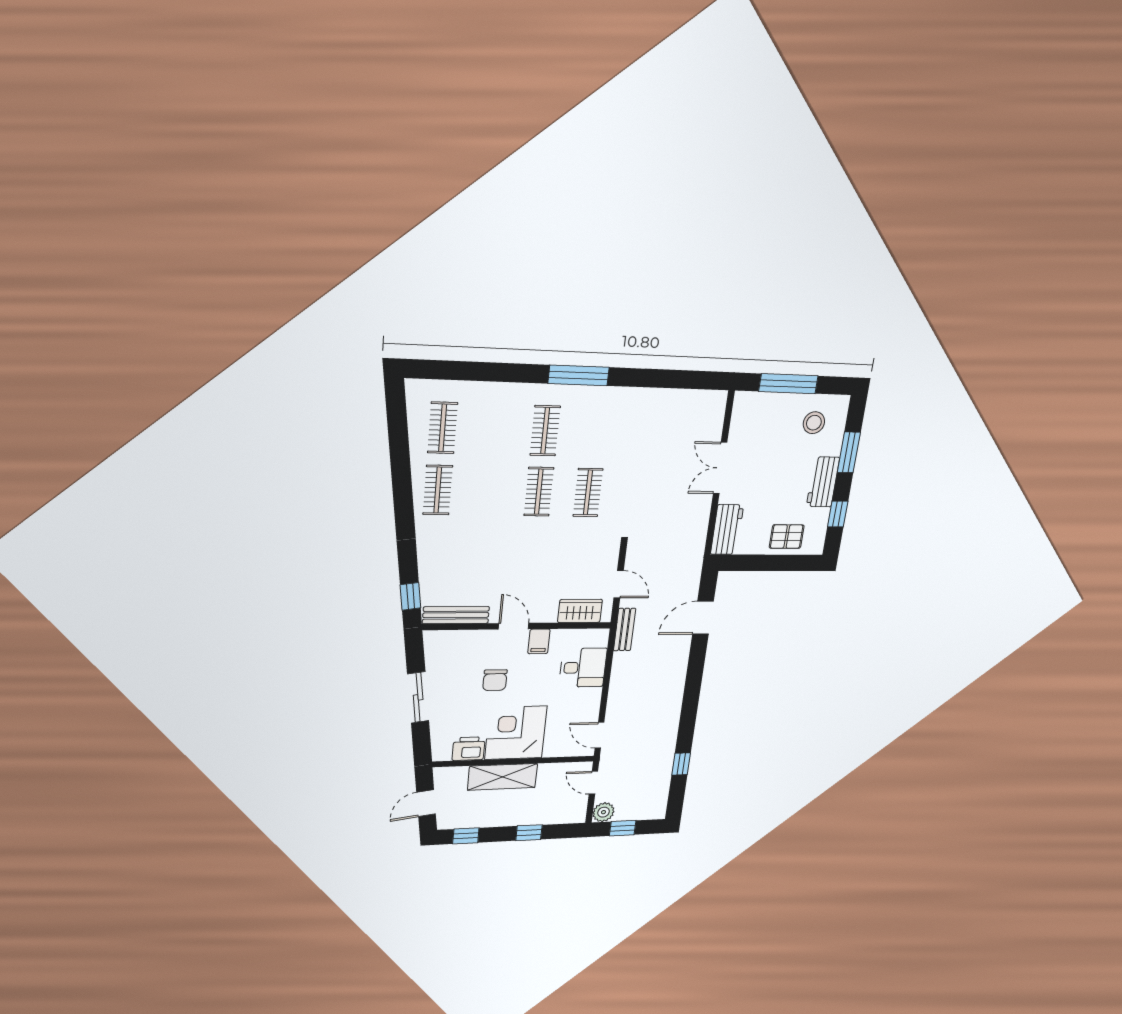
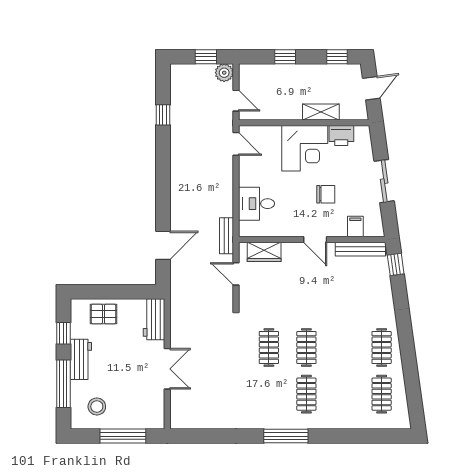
window: (849, 452) -> (63, 384), width x1.44
filing cabinet: (539, 641) -> (355, 227), moved
chair: (495, 680) -> (326, 194), turned 90
shelving: (503, 777) -> (321, 112), width x0.67, depth x0.75

